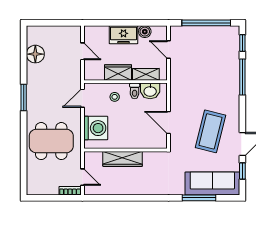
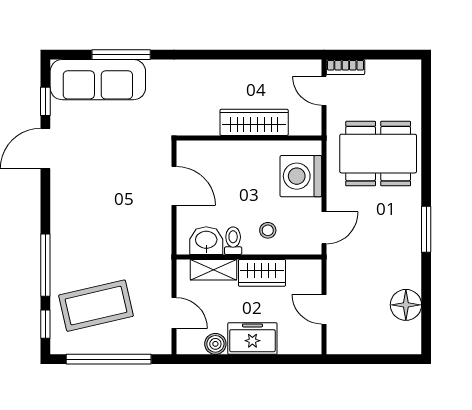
coffee table: (210, 131) -> (96, 306), moved, turned 63

